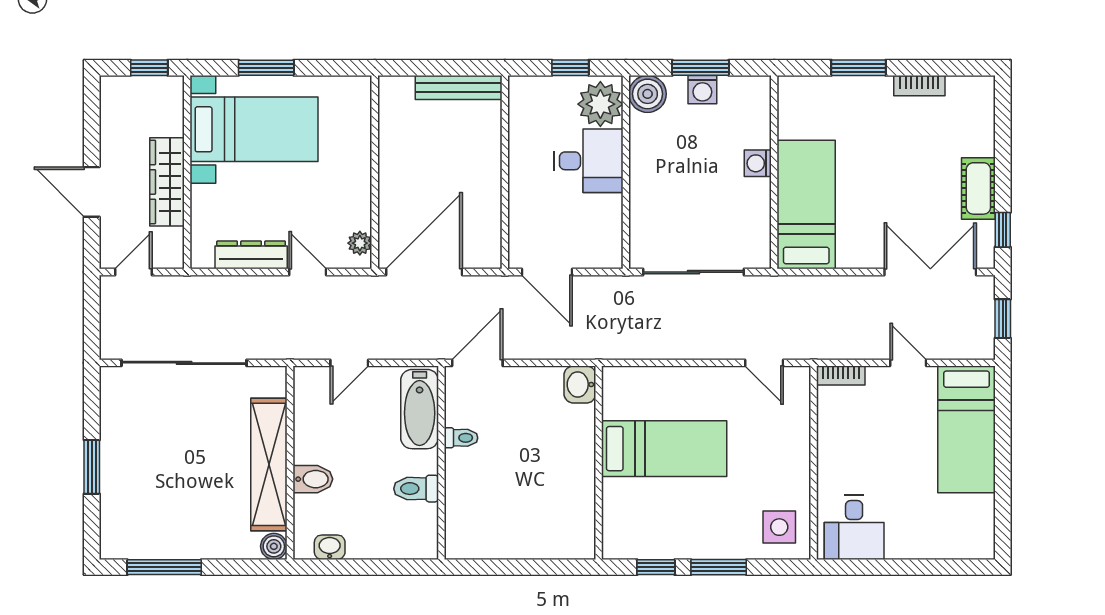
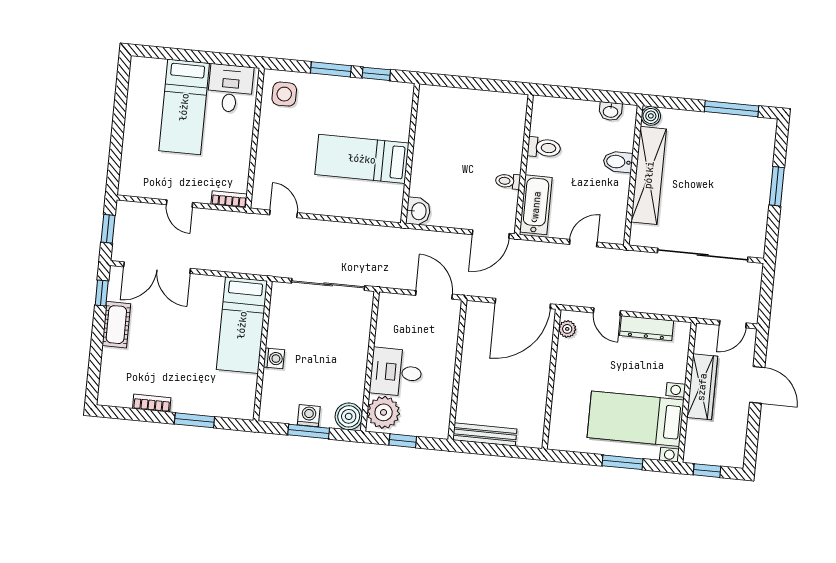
bed: (967, 429) -> (184, 107), moved, turned 180

